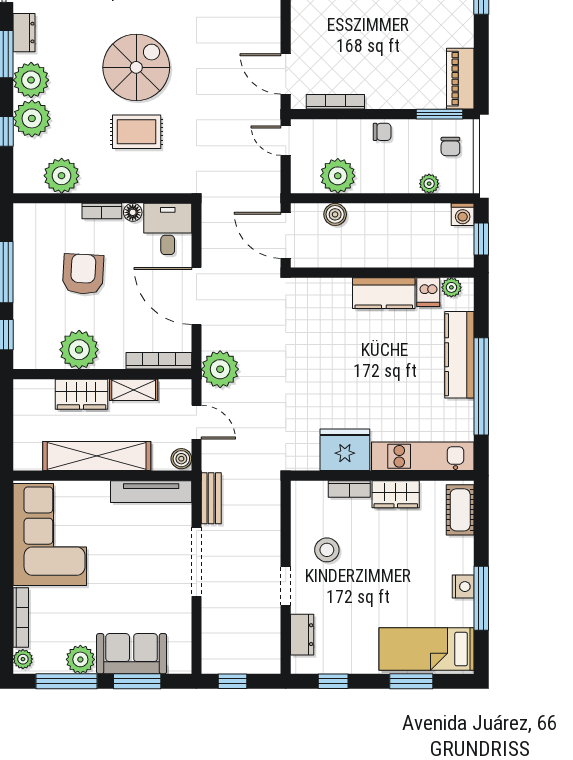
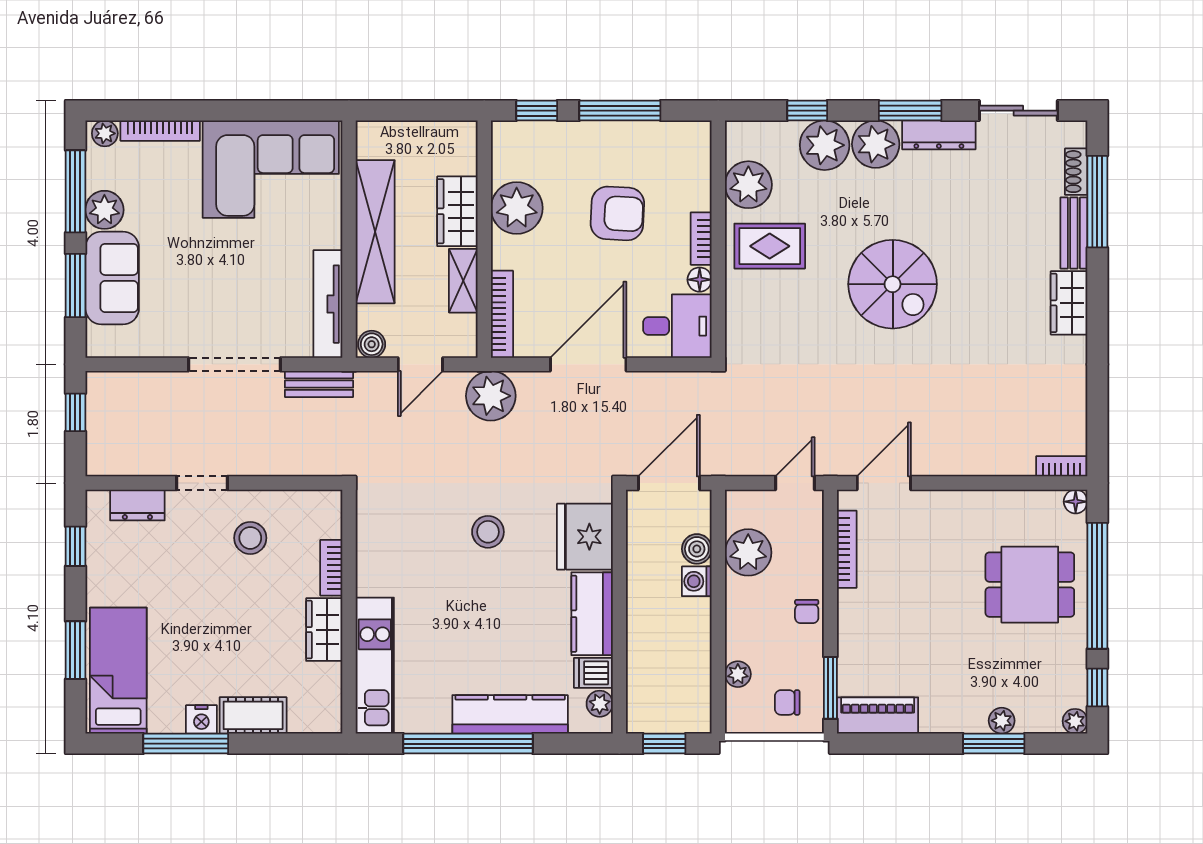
dresser: (24, 33) -> (939, 135), width x1.44
rug: (137, 132) -> (770, 246), moved, turned 90
washing machine: (463, 214) -> (697, 581), moved
stool: (322, 371) -> (488, 532), added
fridge: (345, 450) -> (585, 537), moved, turned 180
cot: (460, 510) -> (253, 715), moved

